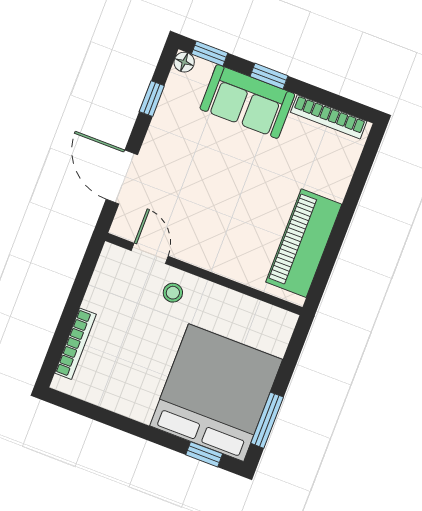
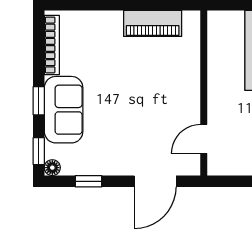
piano: (304, 243) -> (153, 23), width x0.73, depth x0.75
stool: (173, 293) -> (226, 111), removed

